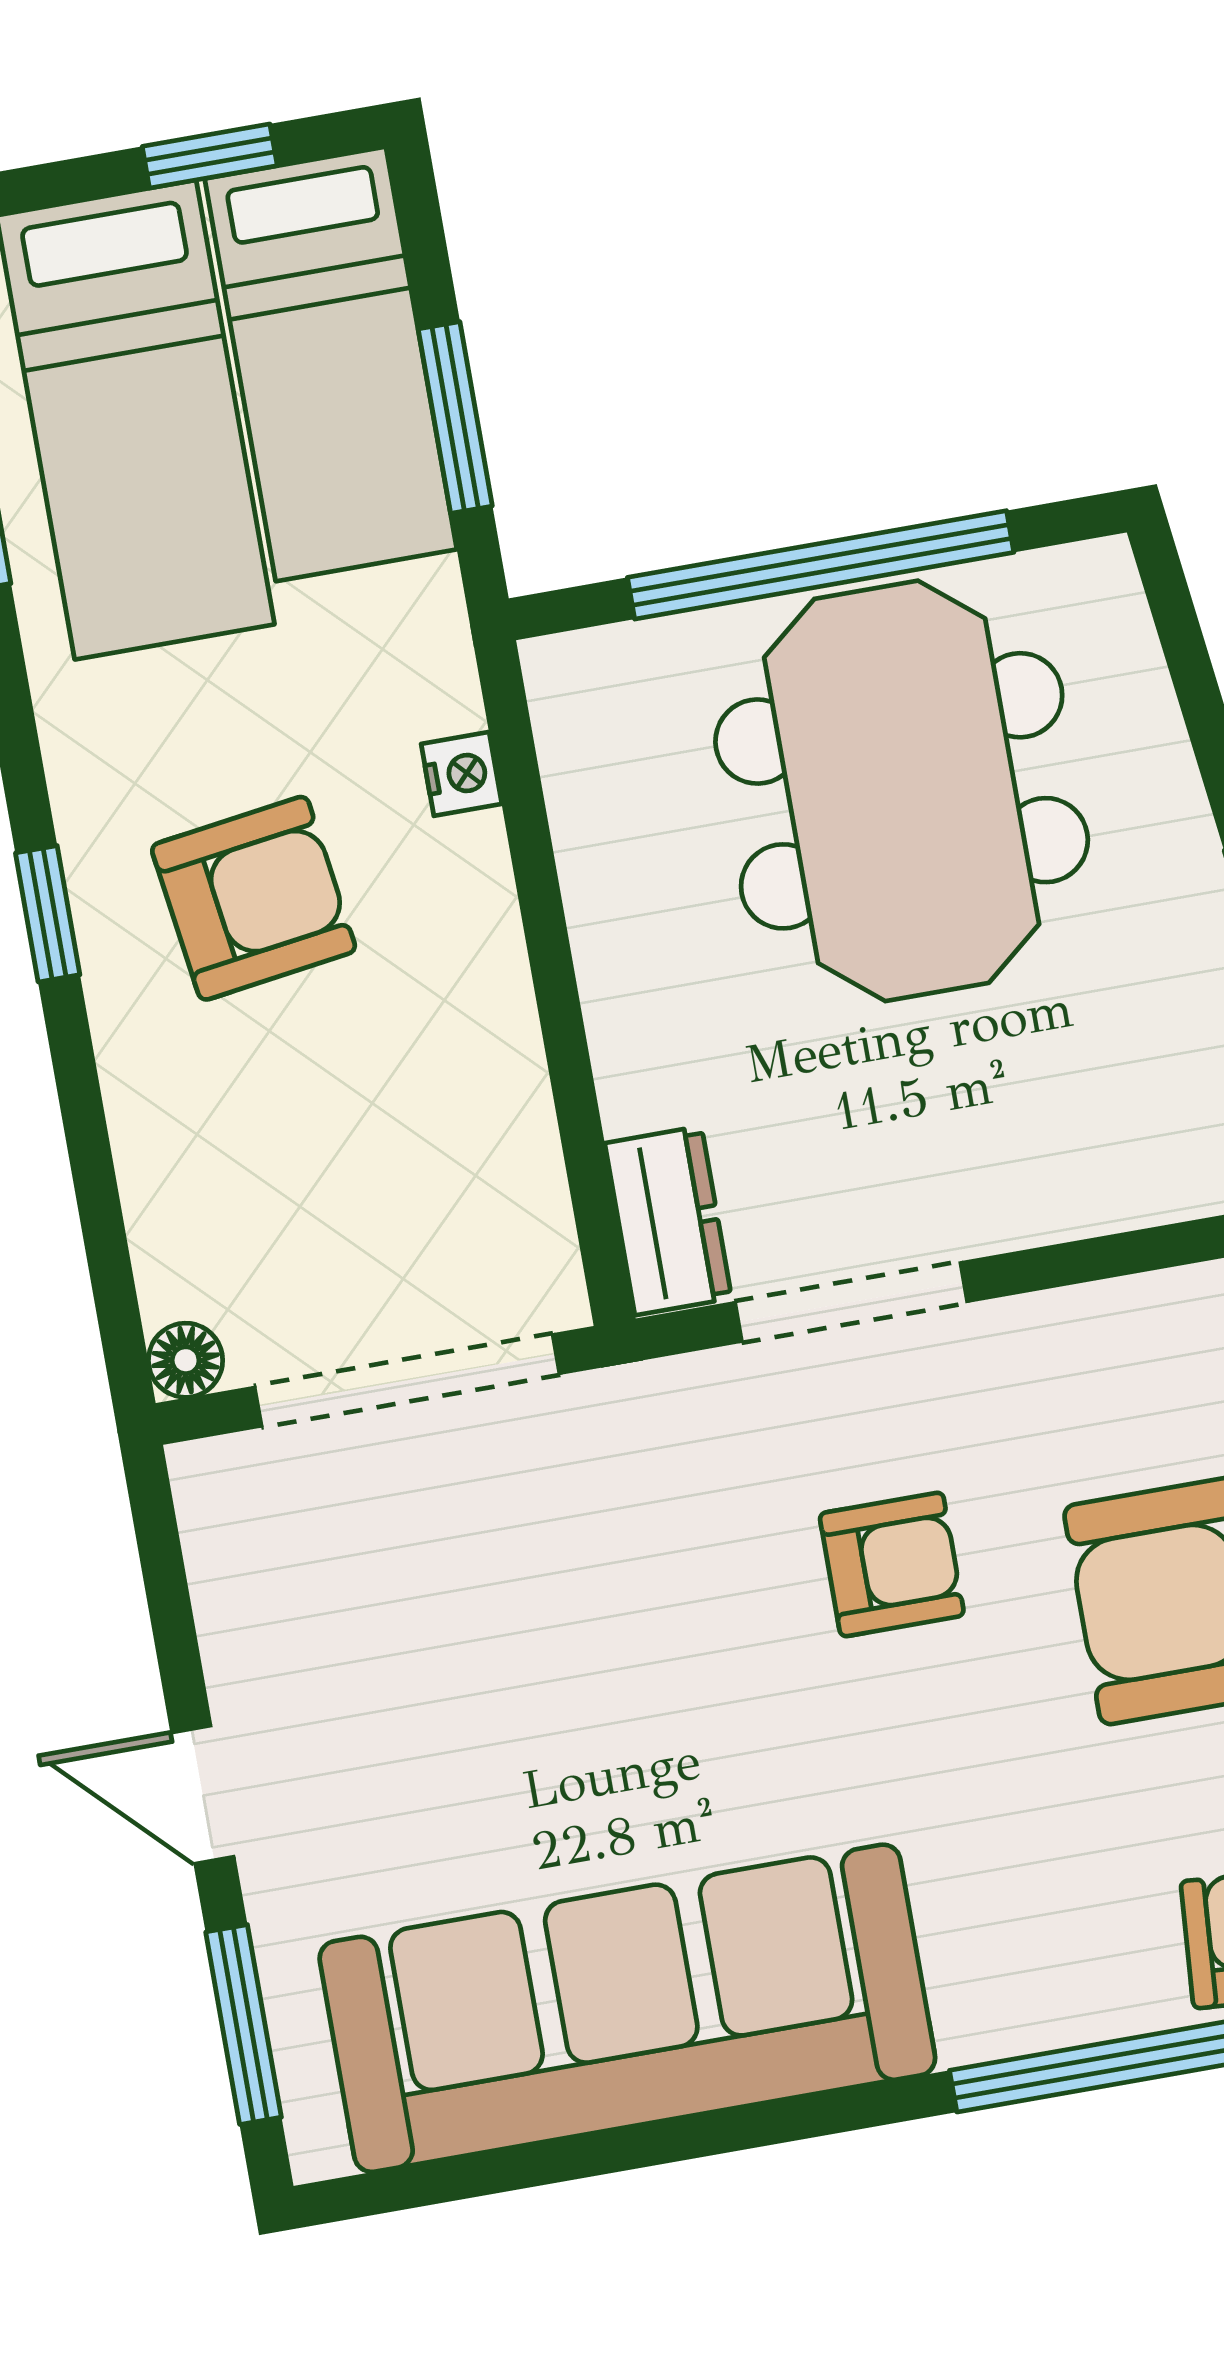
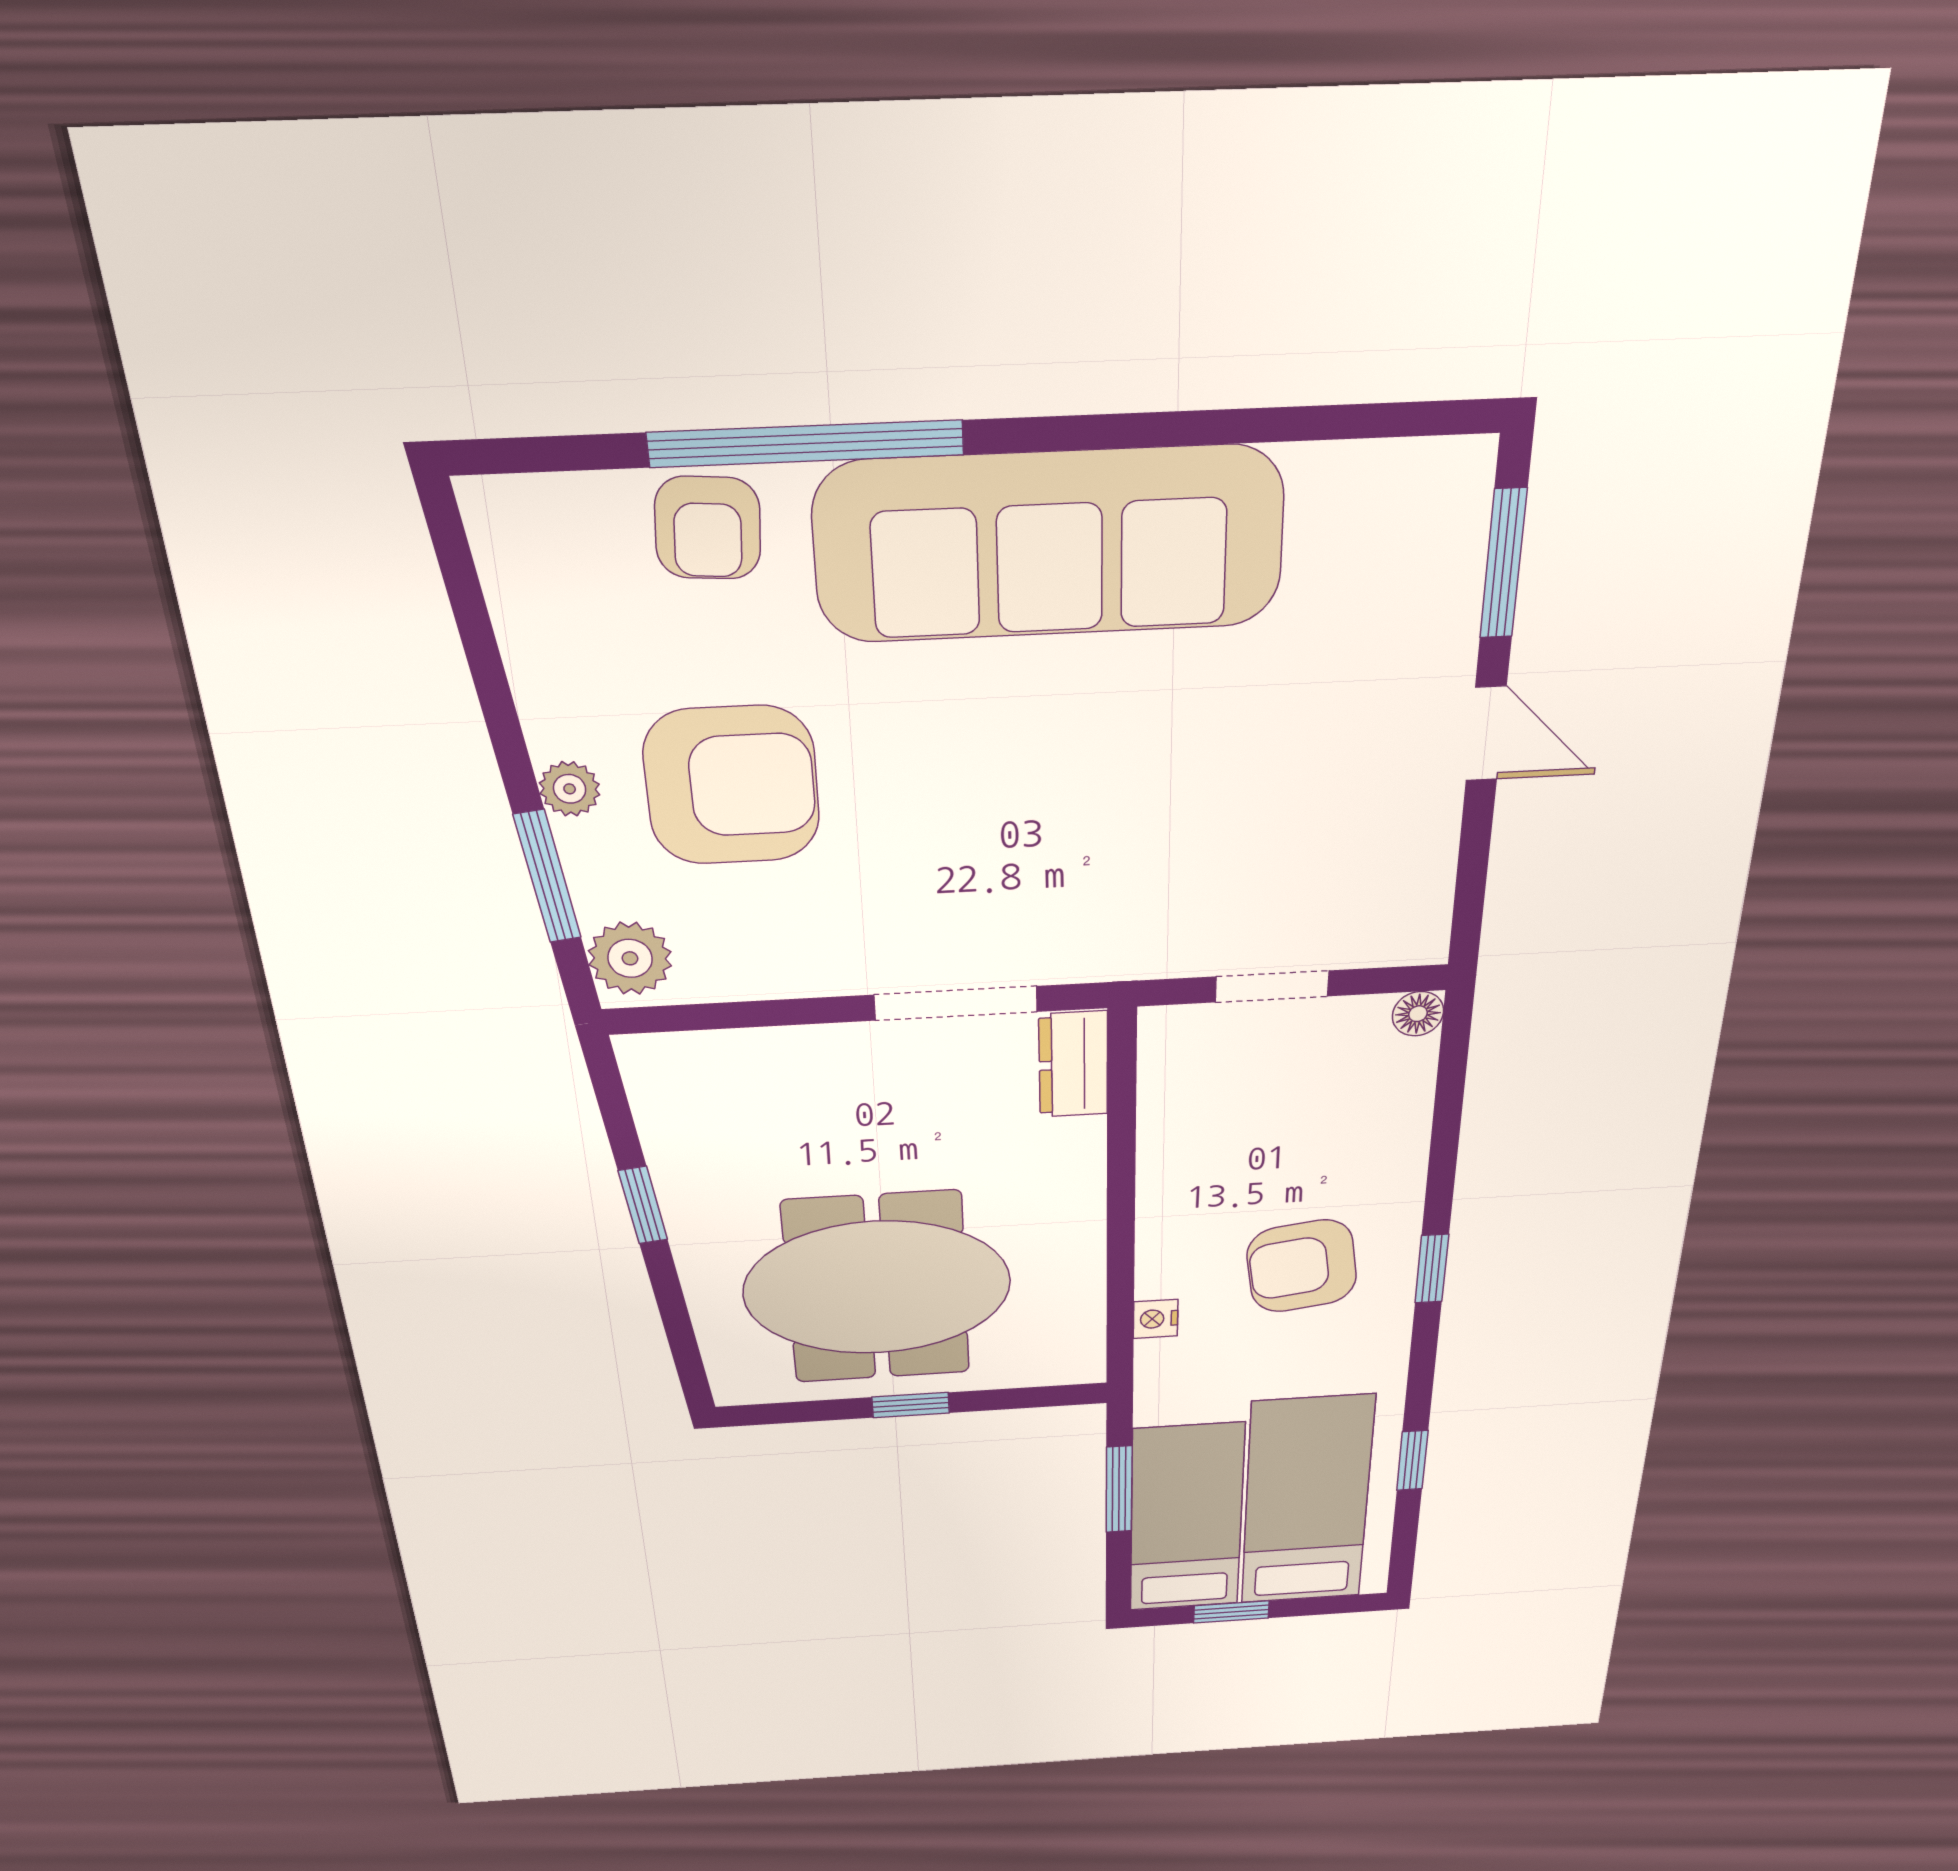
window: (821, 565) -> (911, 1405), width x0.32
meeting table: (902, 791) -> (877, 1288), turned 90
doorway: (407, 1380) -> (1272, 986), width x0.53
armchair: (892, 1564) -> (953, 833), removed
sofa: (627, 2008) -> (1049, 545), moved

